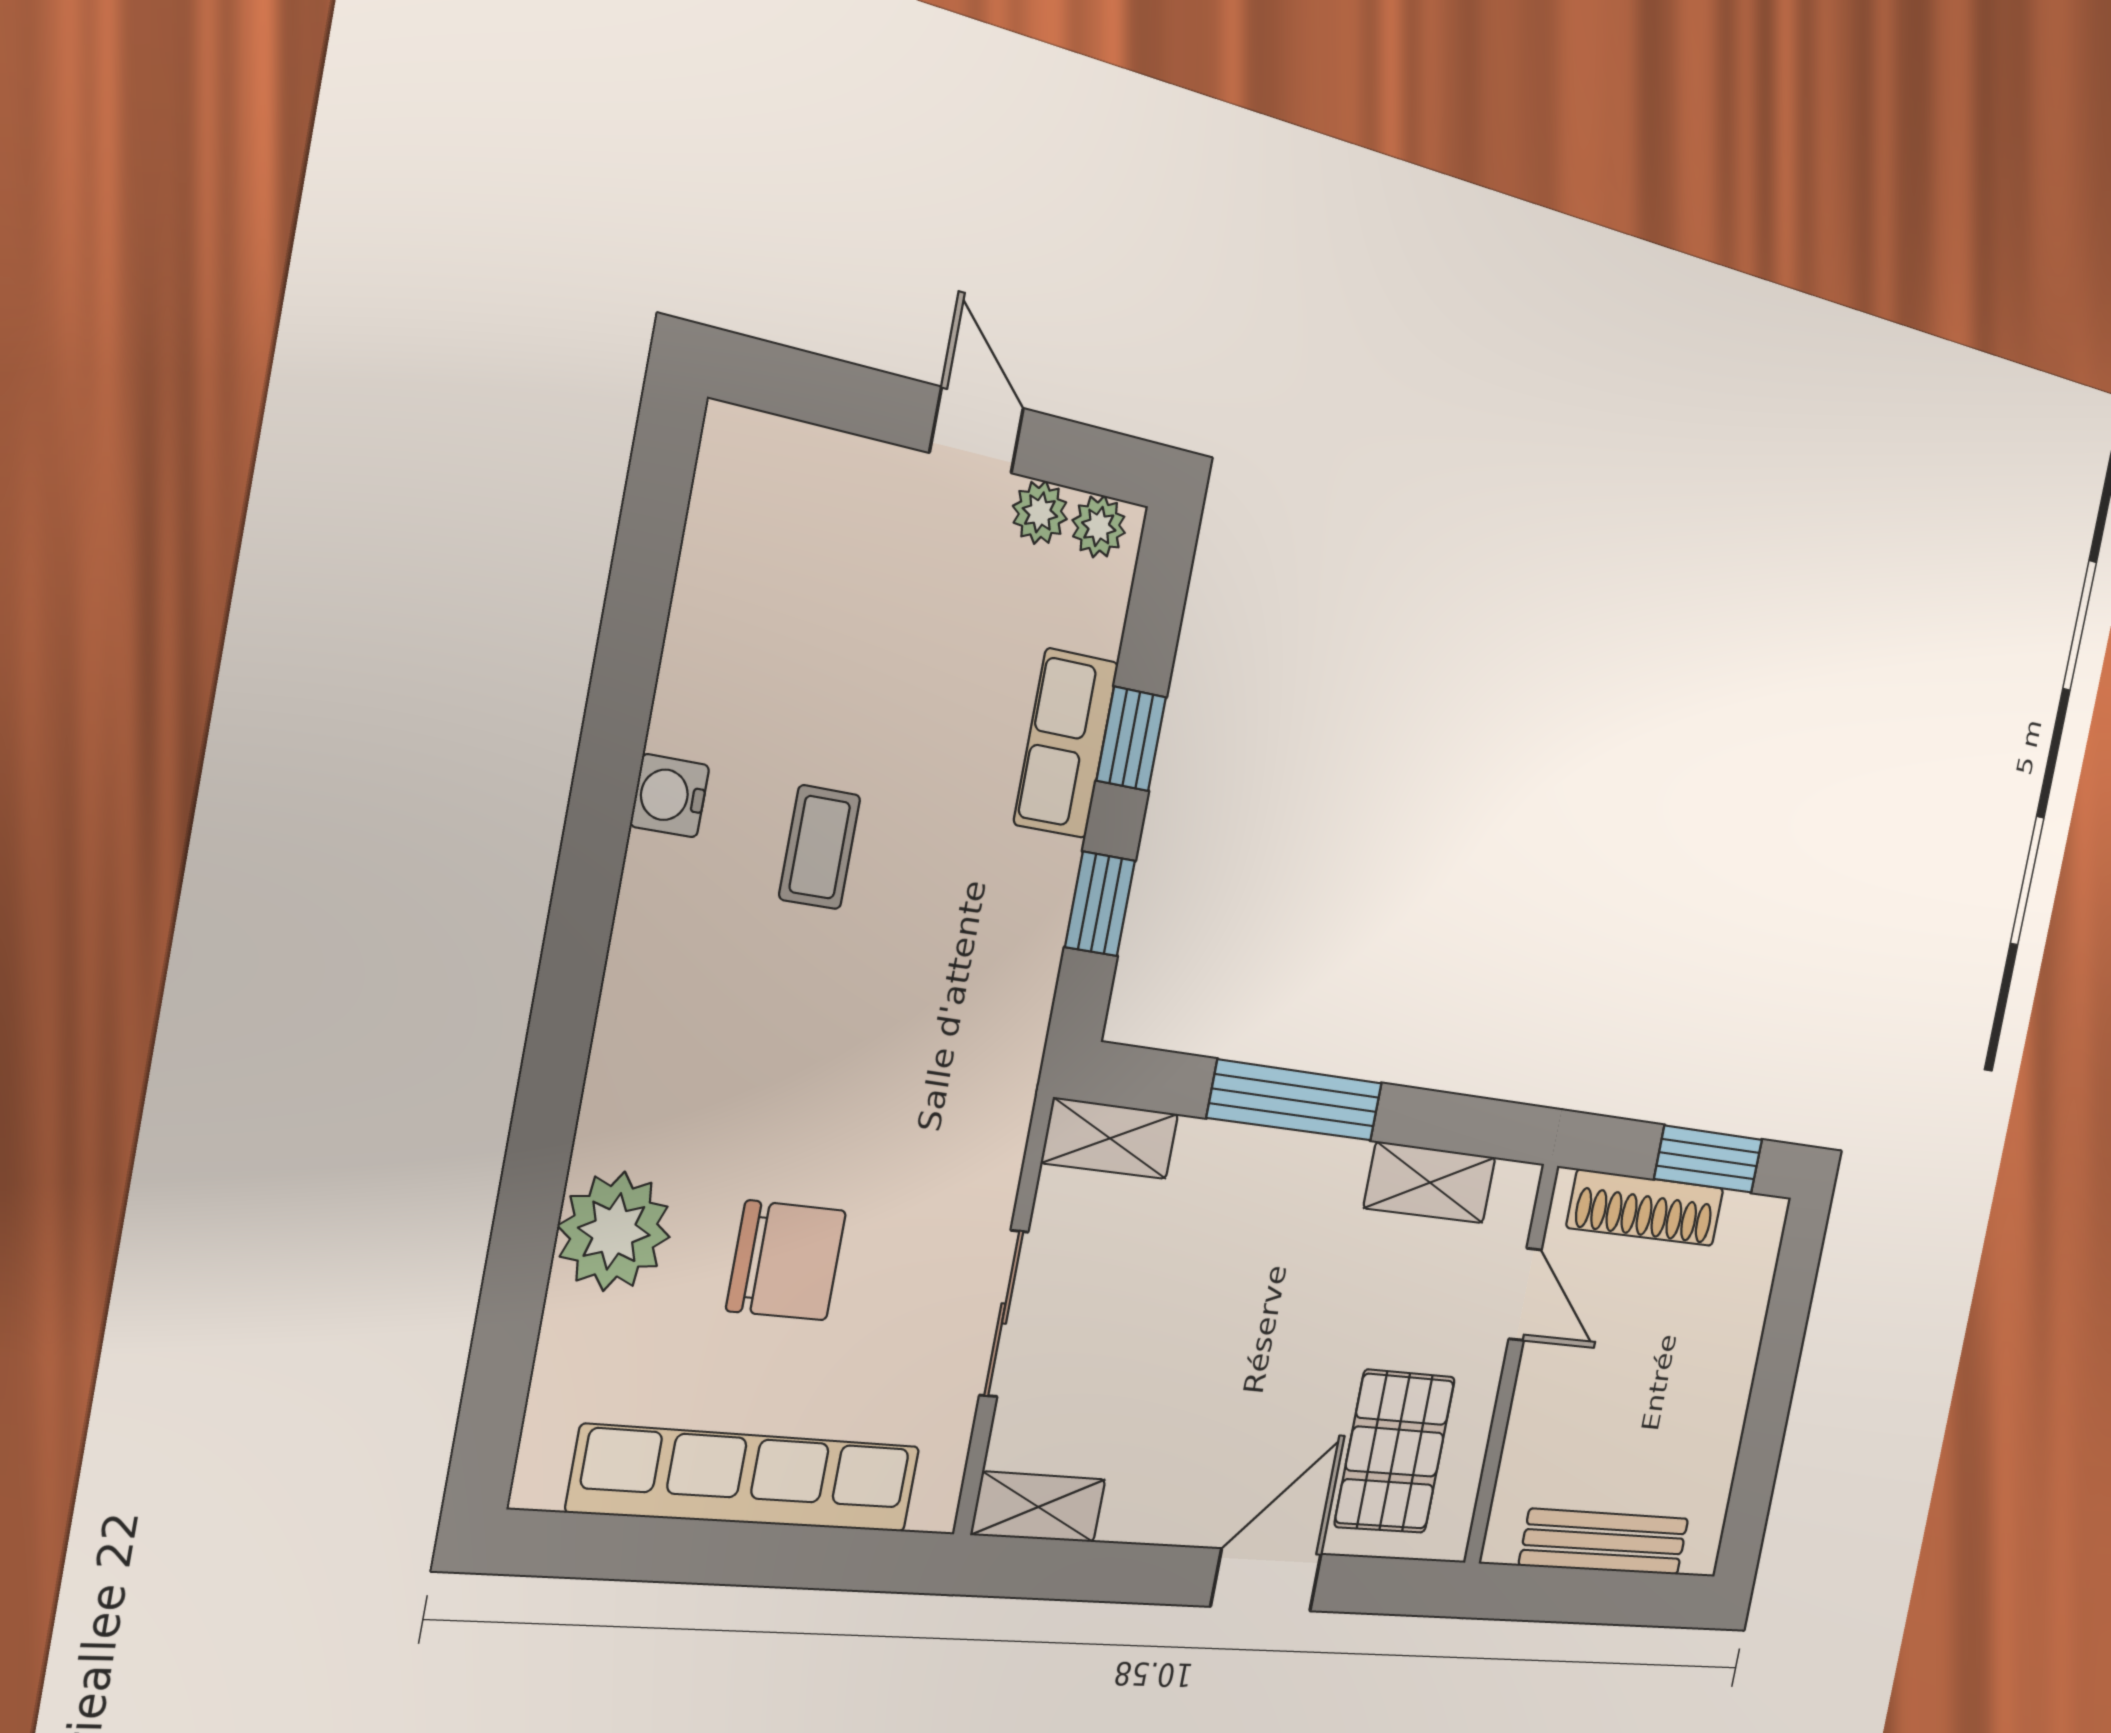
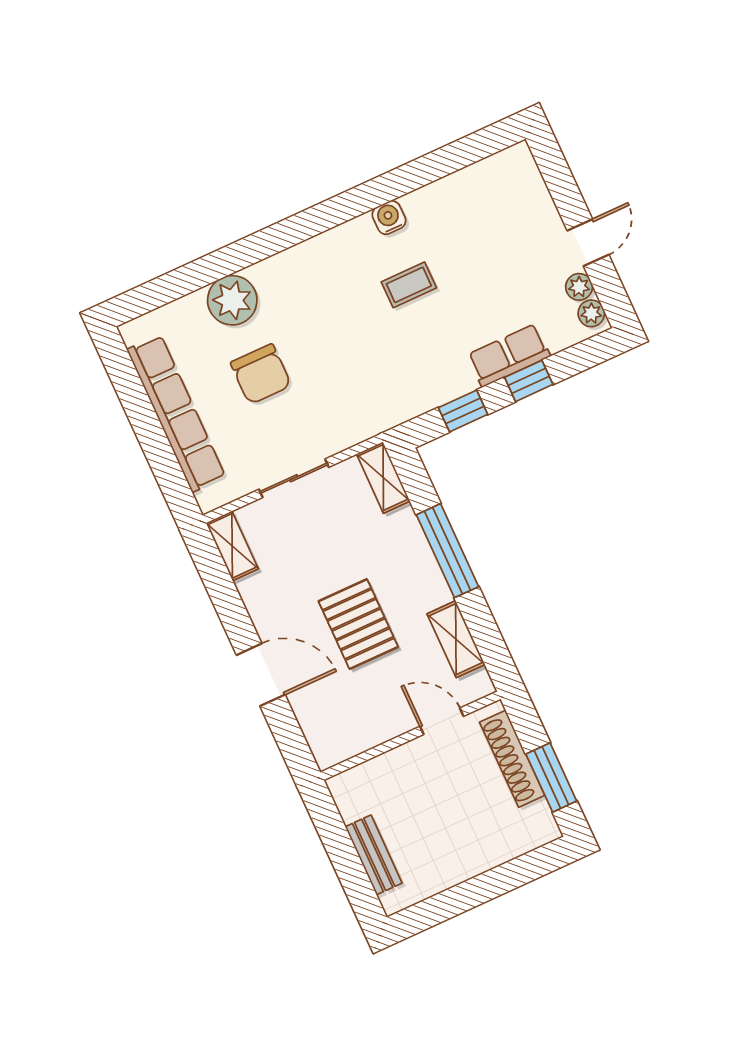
door: (1525, 1294) -> (442, 721), swing flipped
pallet: (1395, 1452) -> (358, 624), moved, turned 90
bench: (1604, 1542) -> (374, 855), width x0.73

